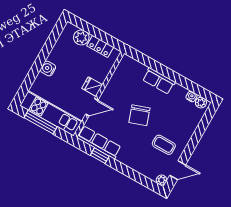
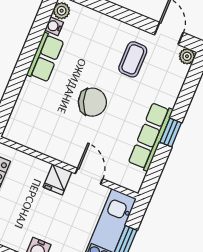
row of seats: (159, 81) -> (45, 58), moved
row of seats: (99, 142) -> (151, 136), moved
window: (100, 156) -> (171, 133), moved

